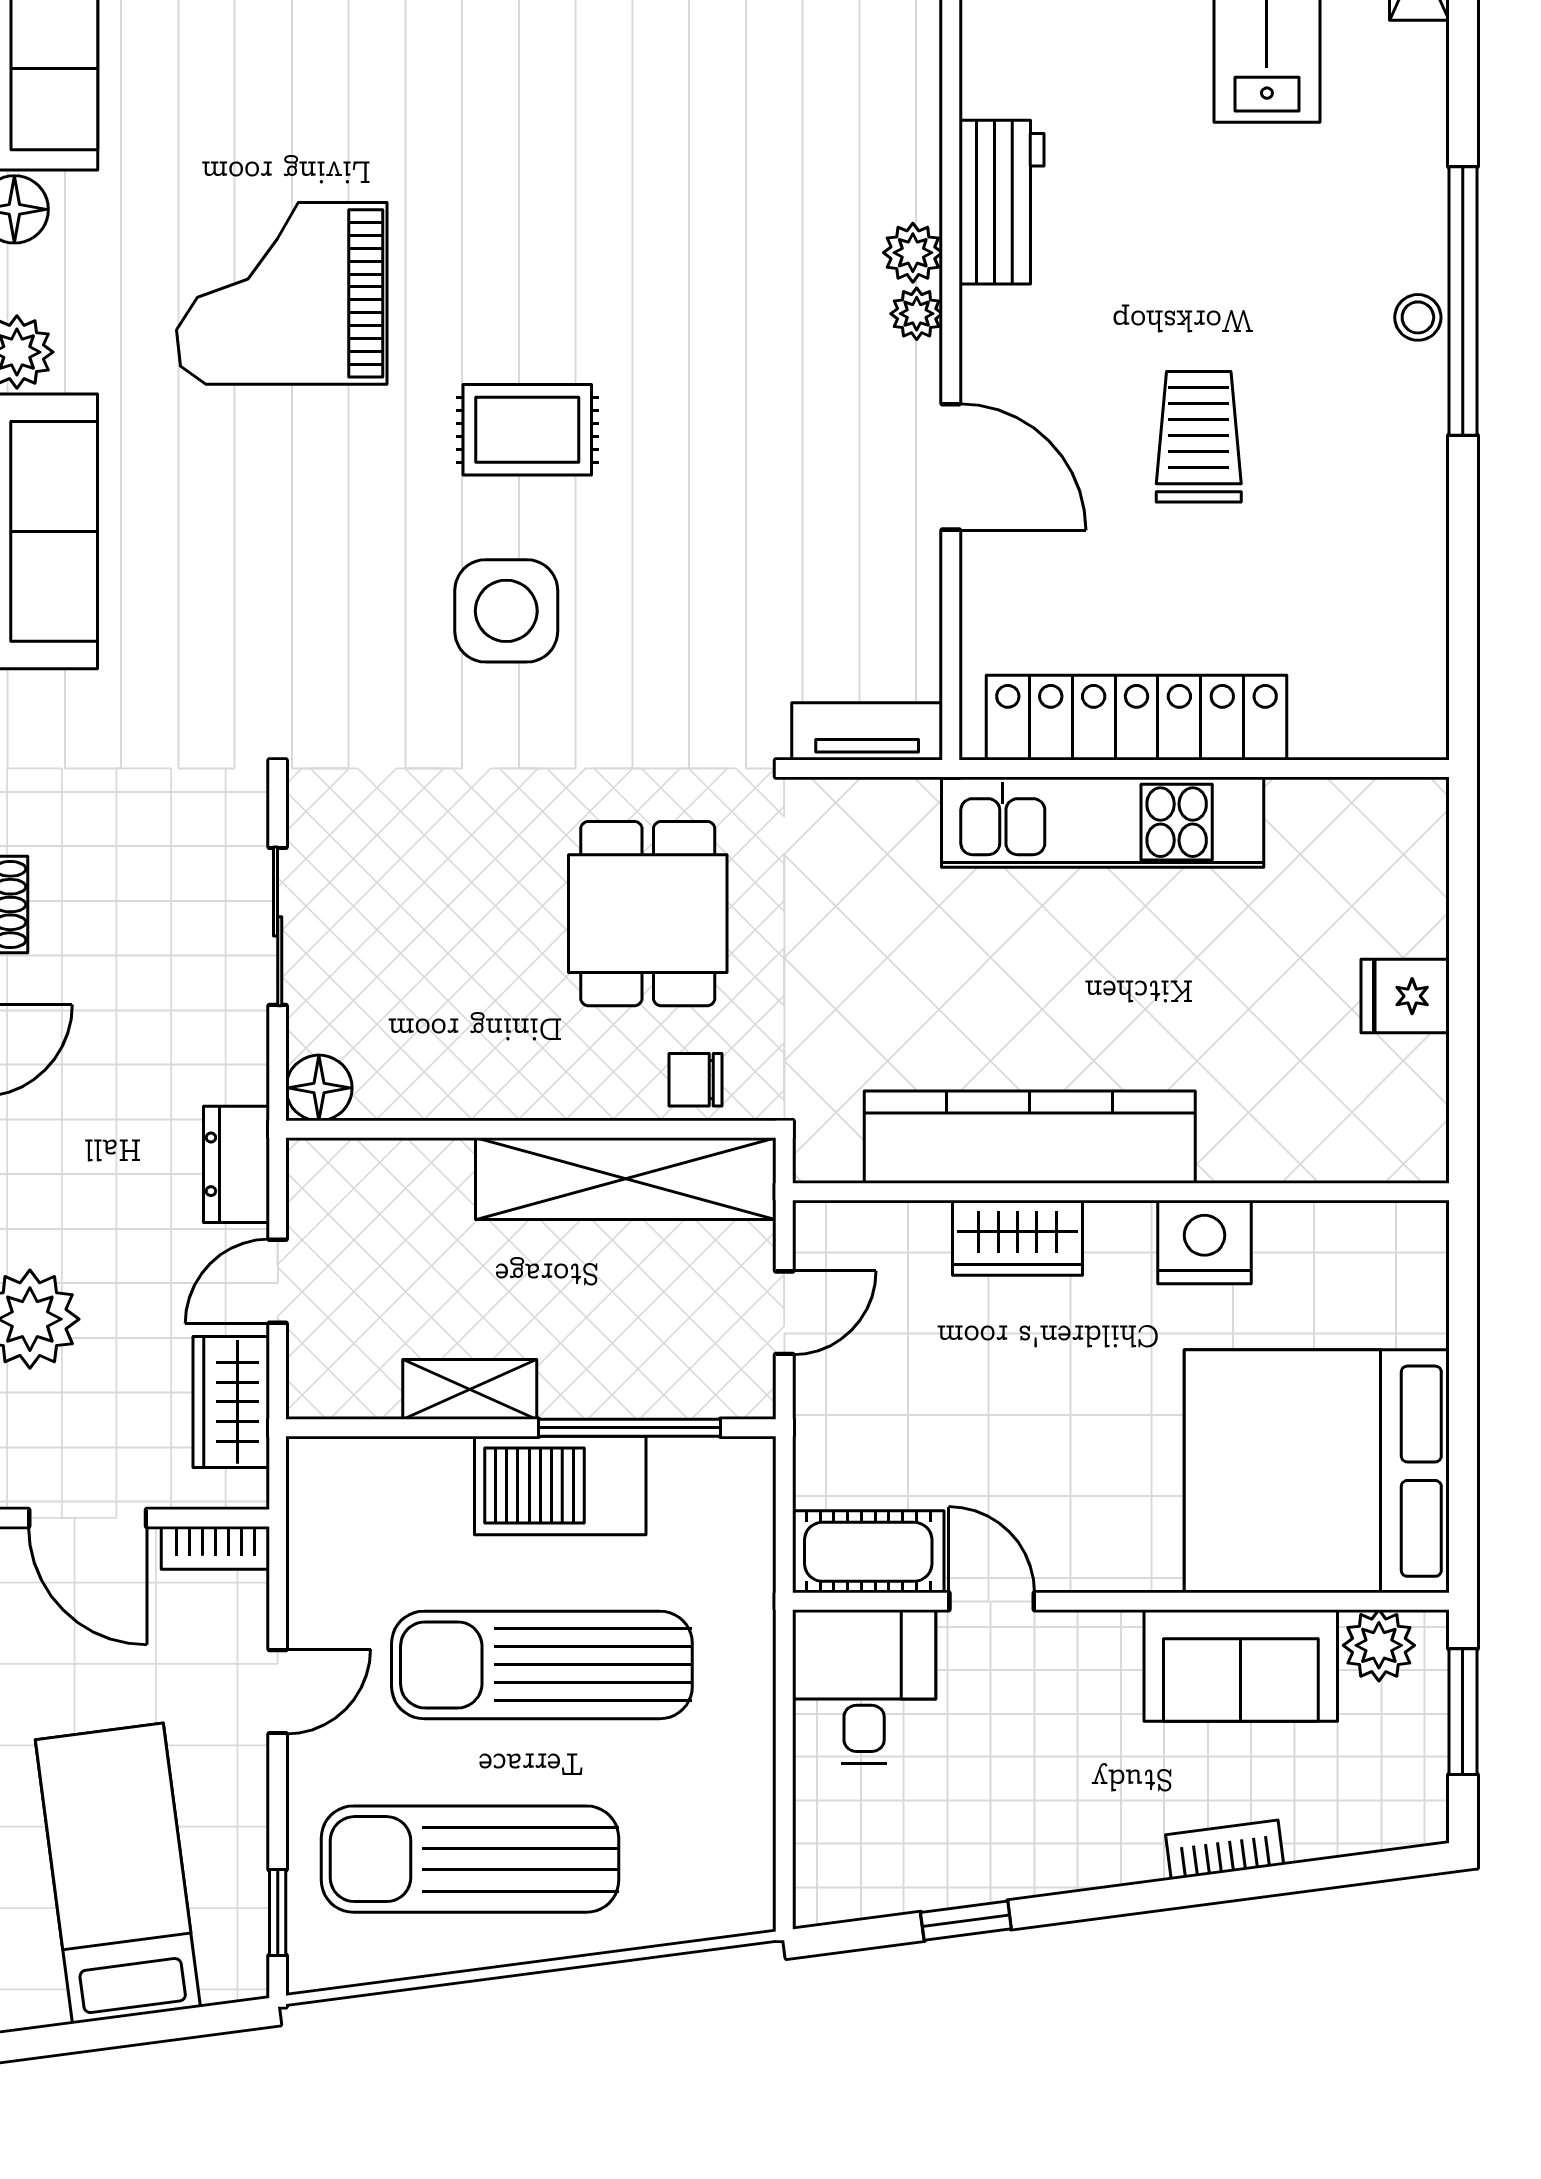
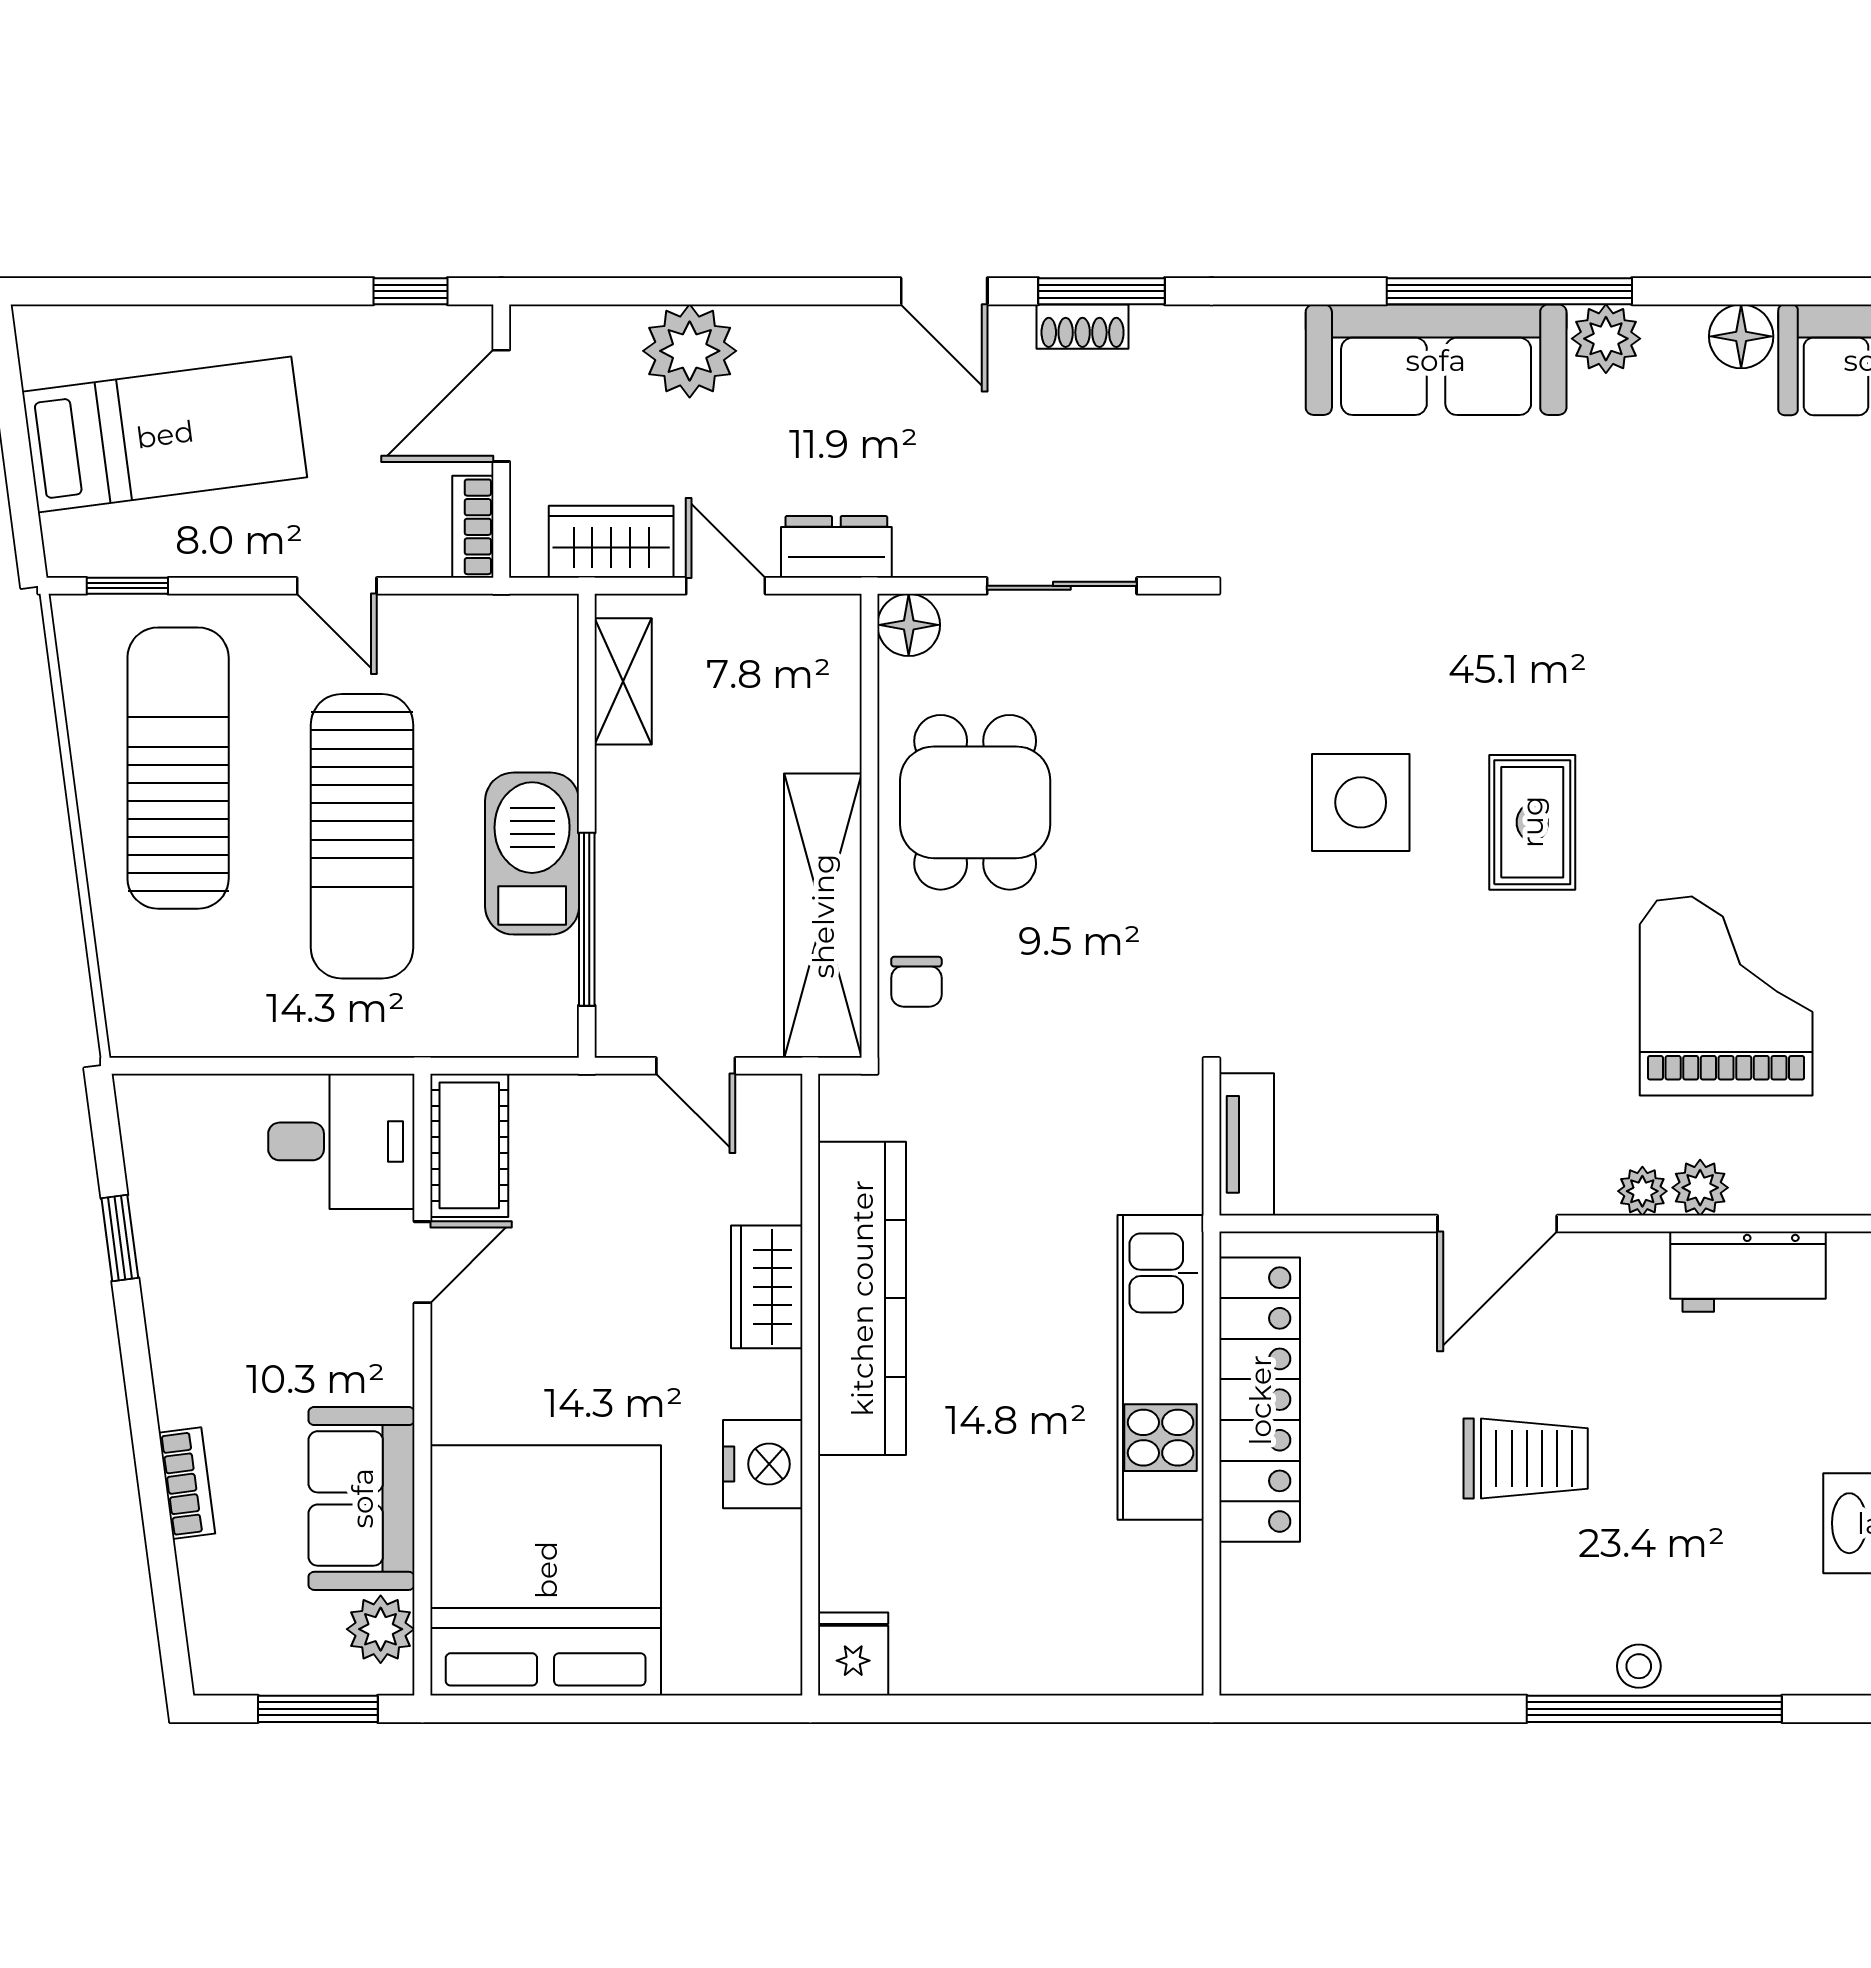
grand piano: (282, 293) -> (1726, 996), moved
dining table: (648, 914) -> (975, 802), moved, turned 90
fridge: (1405, 996) -> (853, 1654), moved
chair: (695, 1080) -> (916, 982), turned 180
shelving: (470, 1389) -> (623, 681), moved
sun lounger: (542, 1665) -> (362, 836), turned 180

